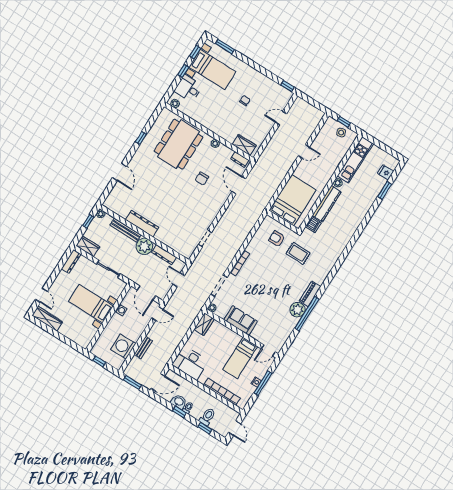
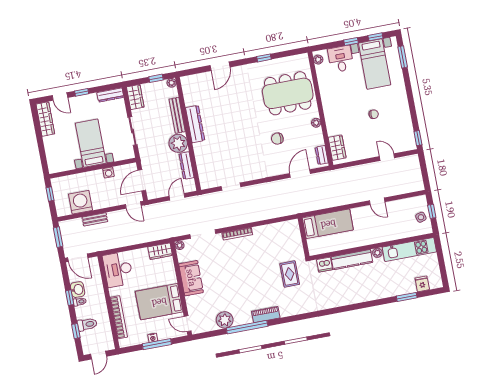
bed: (293, 200) -> (328, 224), width x0.67
armchair: (277, 239) -> (285, 246), removed
window: (52, 279) -> (82, 92), added
door: (41, 295) -> (60, 96), hinge flipped
plant: (297, 310) -> (225, 320), moved
bed: (240, 358) -> (159, 302), width x1.50

